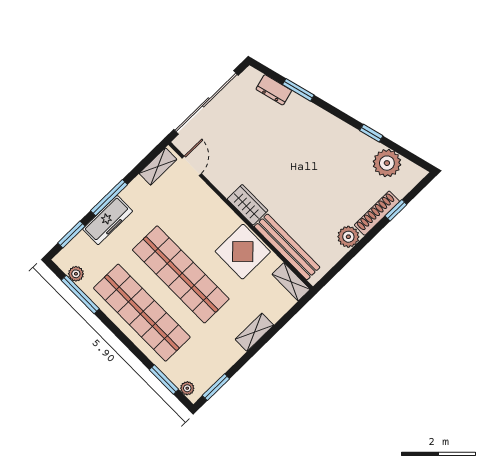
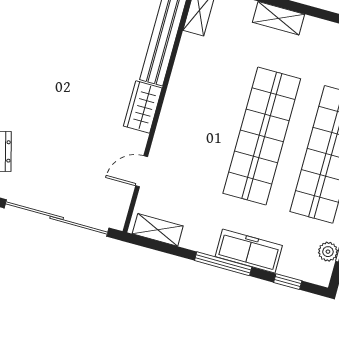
door: (192, 166) -> (142, 171), moved
window: (71, 235) -> (288, 282), width x0.67
display table: (243, 252) -> (197, 82), removed

